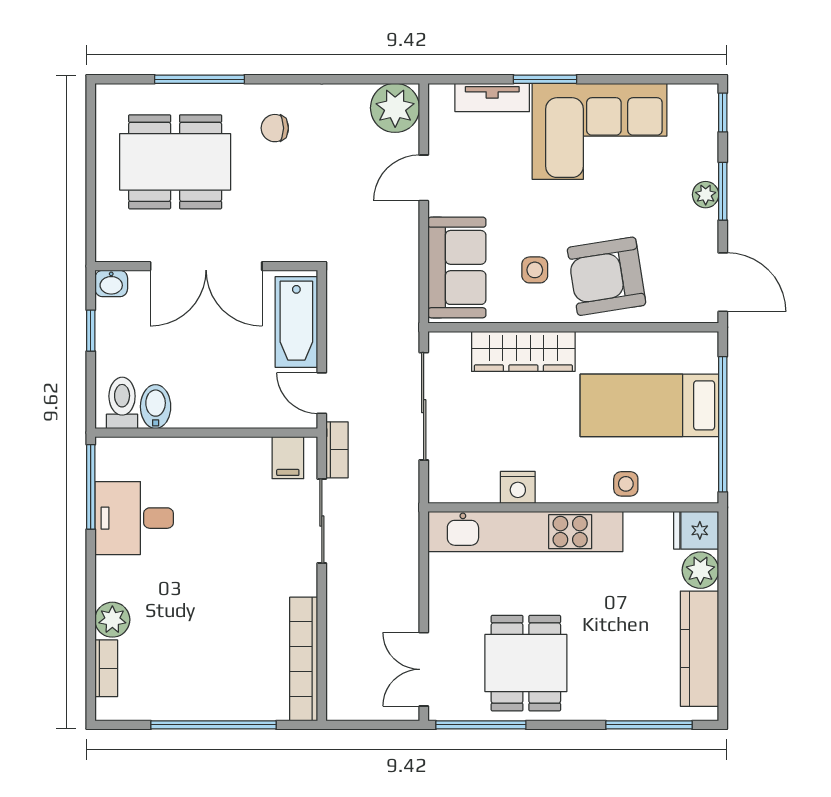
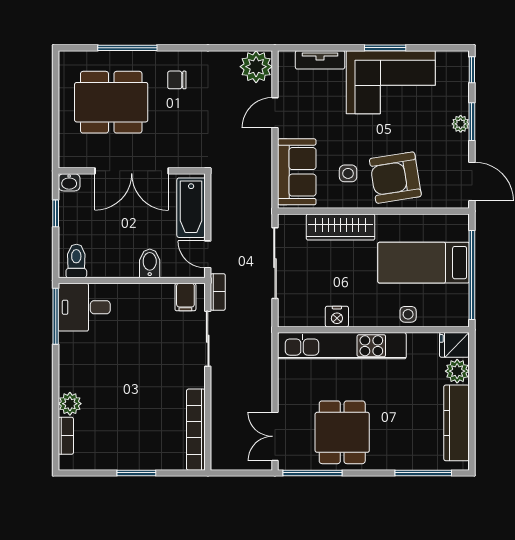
window: (545, 79) -> (385, 48), moved
bidet: (156, 407) -> (150, 263), moved
desk: (134, 518) -> (84, 307), moved
window: (213, 725) -> (136, 473), width x0.47

